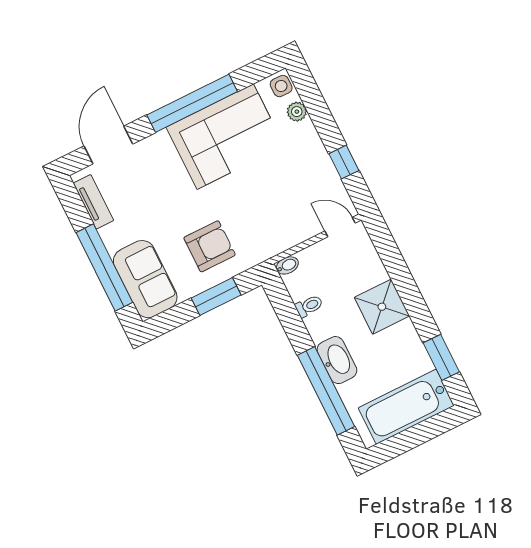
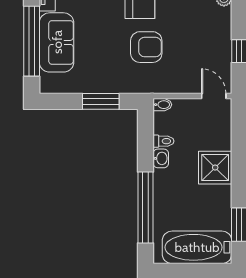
armchair: (210, 246) -> (146, 47), moved
sofa: (145, 279) -> (57, 42), moved
washbasin: (337, 360) -> (161, 158), moved, width x0.52, depth x0.69

